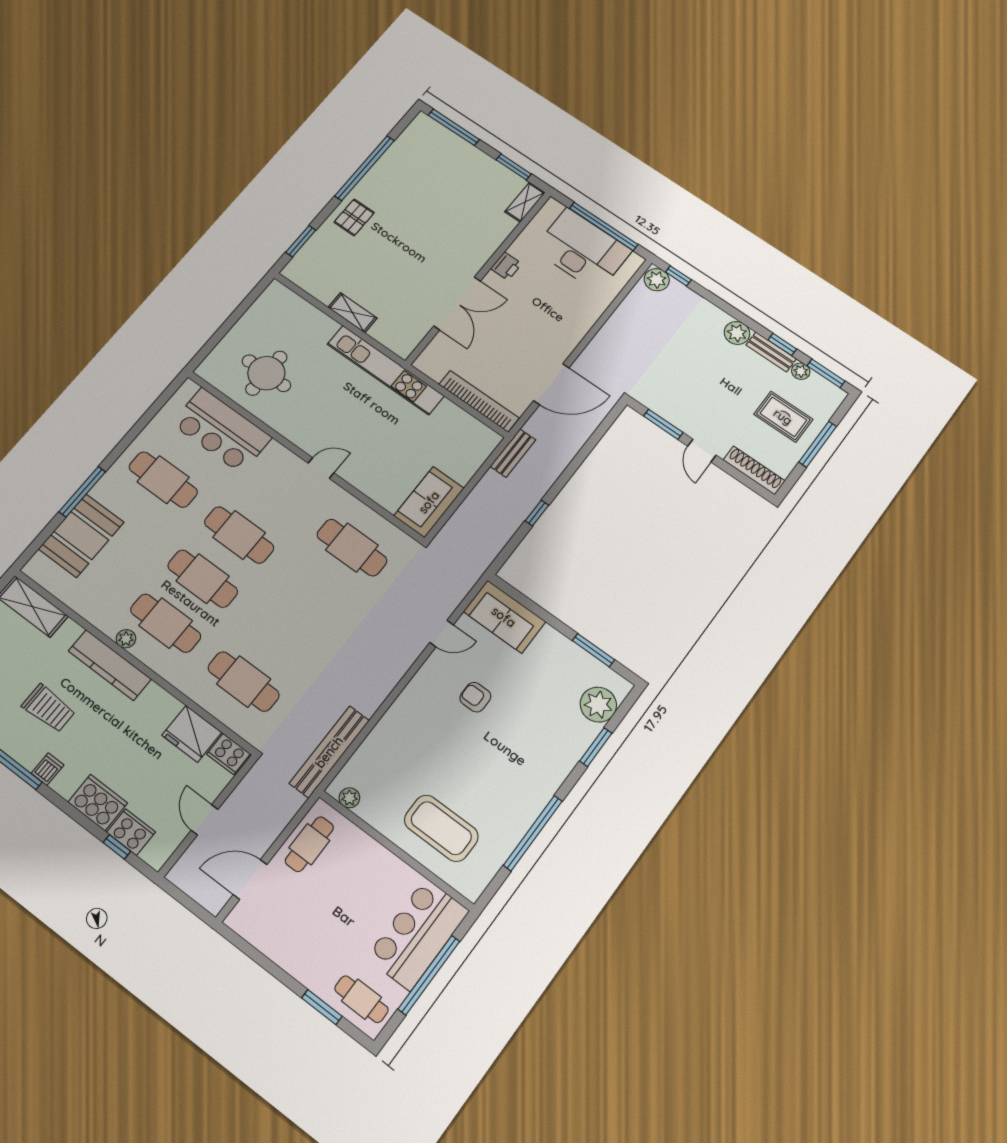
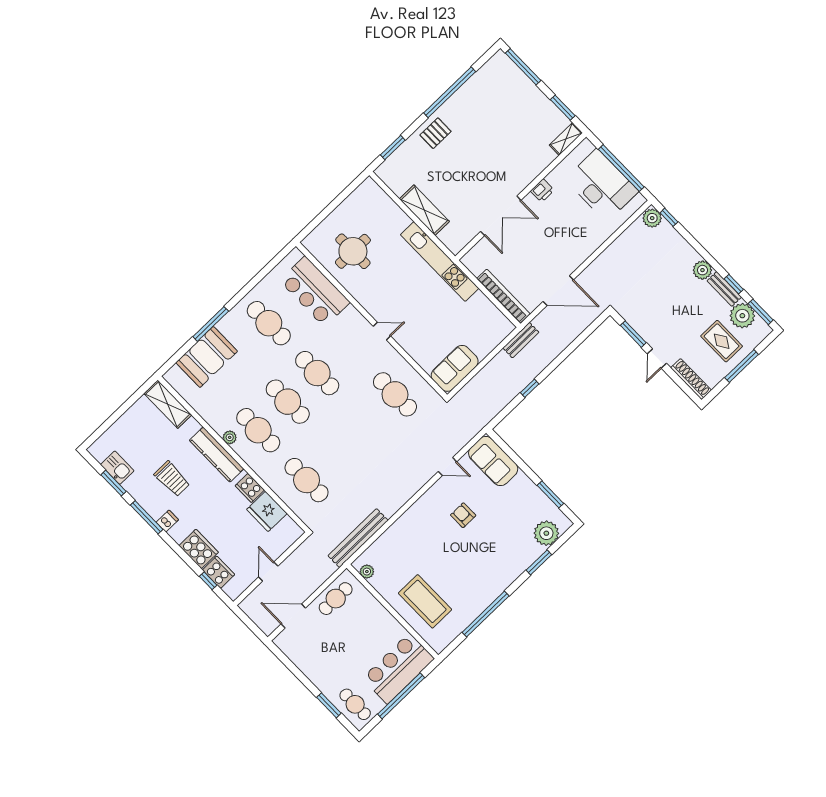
shelving: (353, 313) -> (424, 210), width x1.50, depth x1.33
plant: (801, 371) -> (742, 316), width x1.87, depth x1.87
cooker: (228, 754) -> (250, 488), moved

